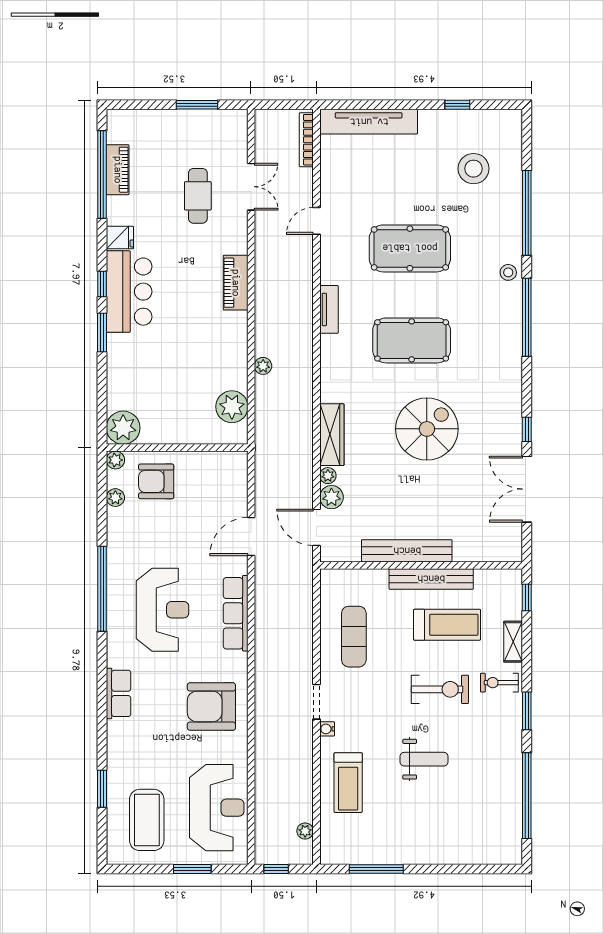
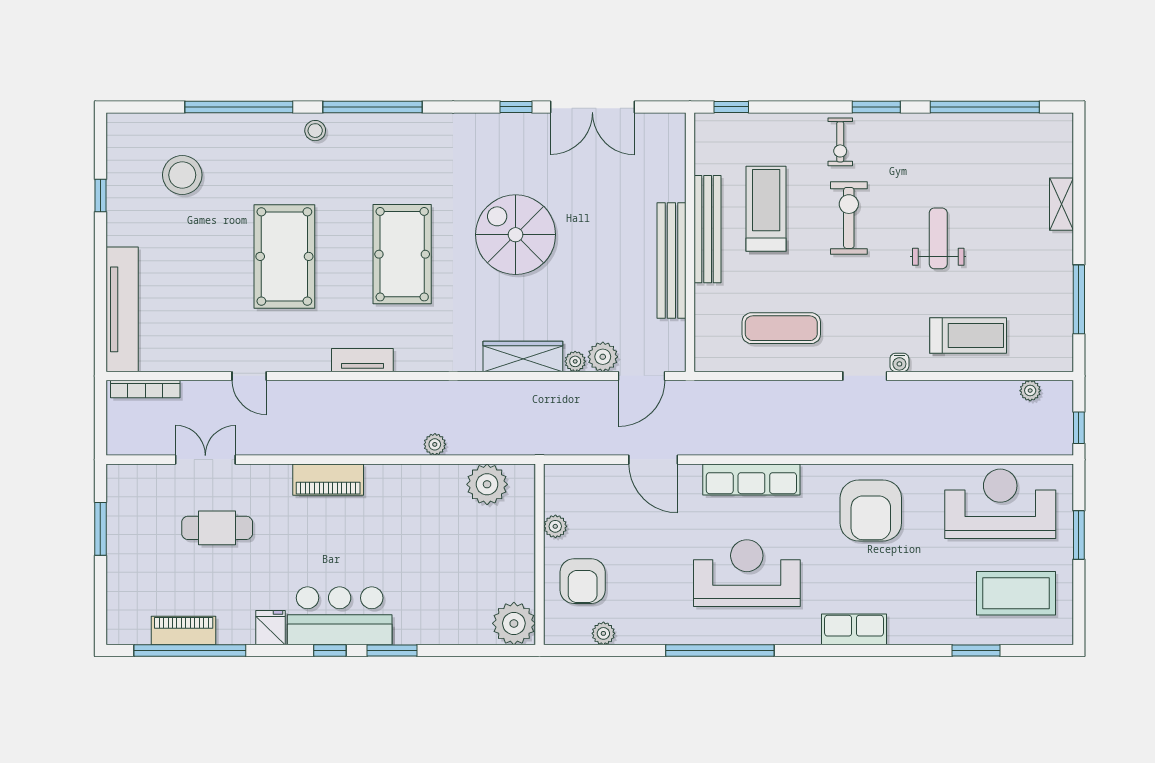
plant: (115, 460) -> (555, 526), moved
shelving: (513, 642) -> (1061, 204), moved, turned 90

